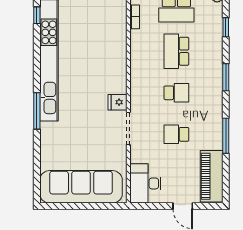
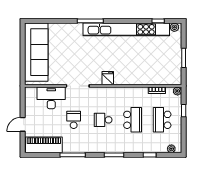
school desk: (176, 51) -> (133, 120), turned 90
school desk: (176, 93) -> (103, 120), turned 90
fridge: (118, 102) -> (108, 78), moved
desk: (145, 183) -> (51, 98), moved

